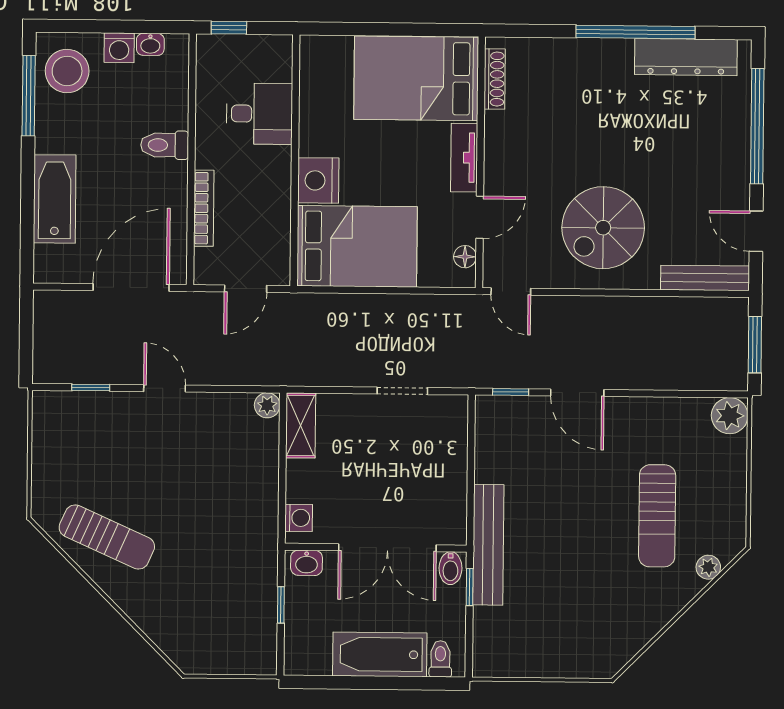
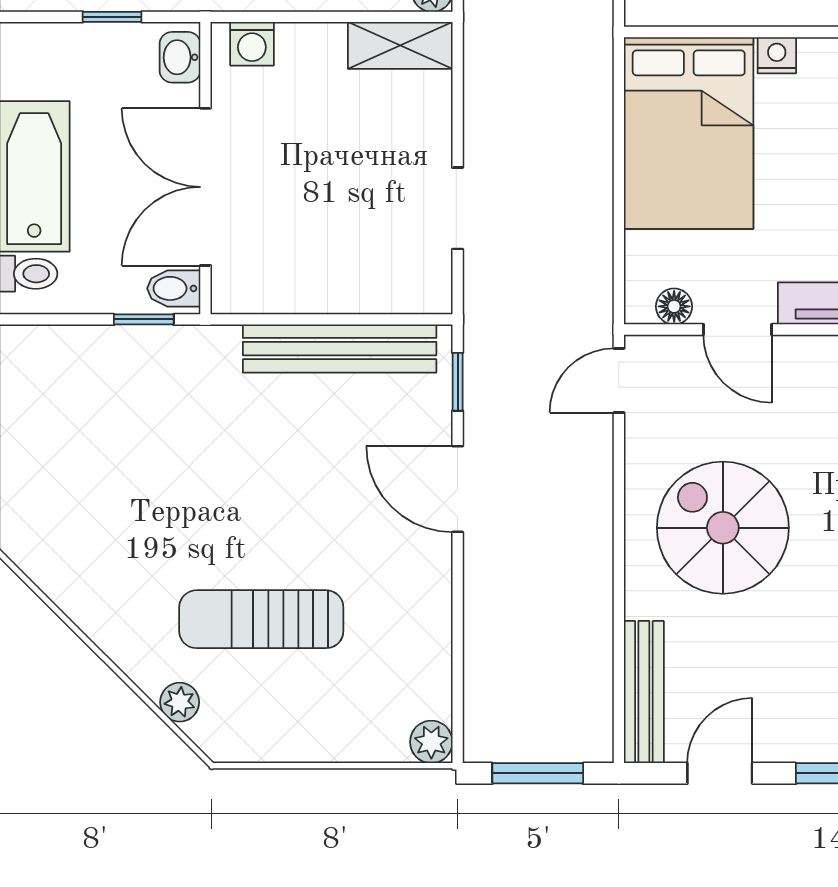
nightstand: (318, 180) -> (777, 55), width x0.53, depth x0.56
door: (577, 393) -> (458, 489), hinge flipped
plant: (730, 416) -> (431, 742), width x0.73, depth x0.73
bench: (488, 545) -> (340, 349), moved

